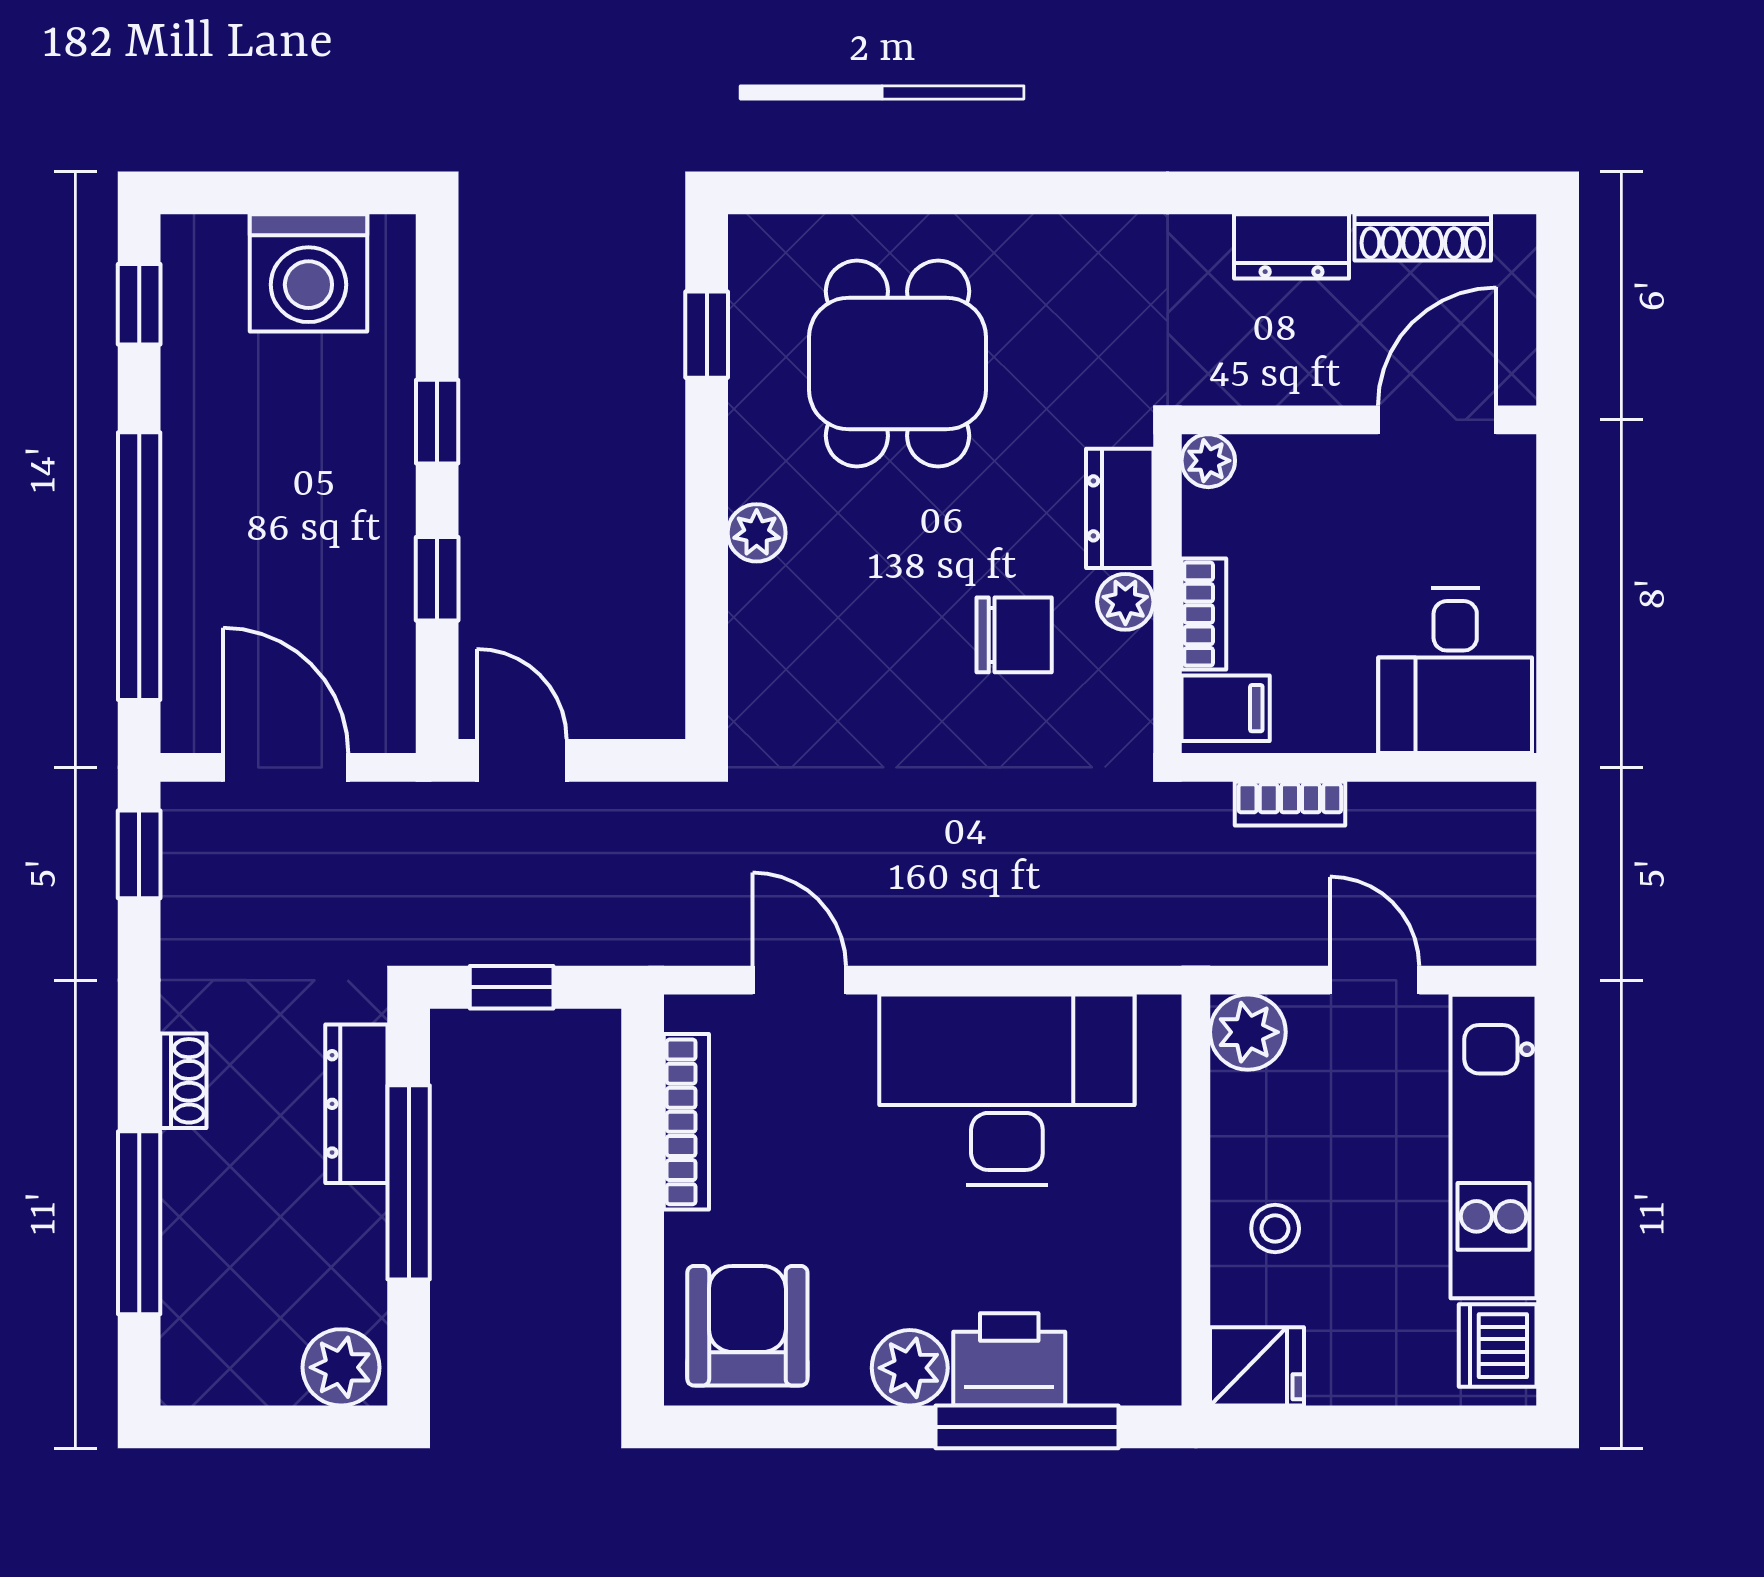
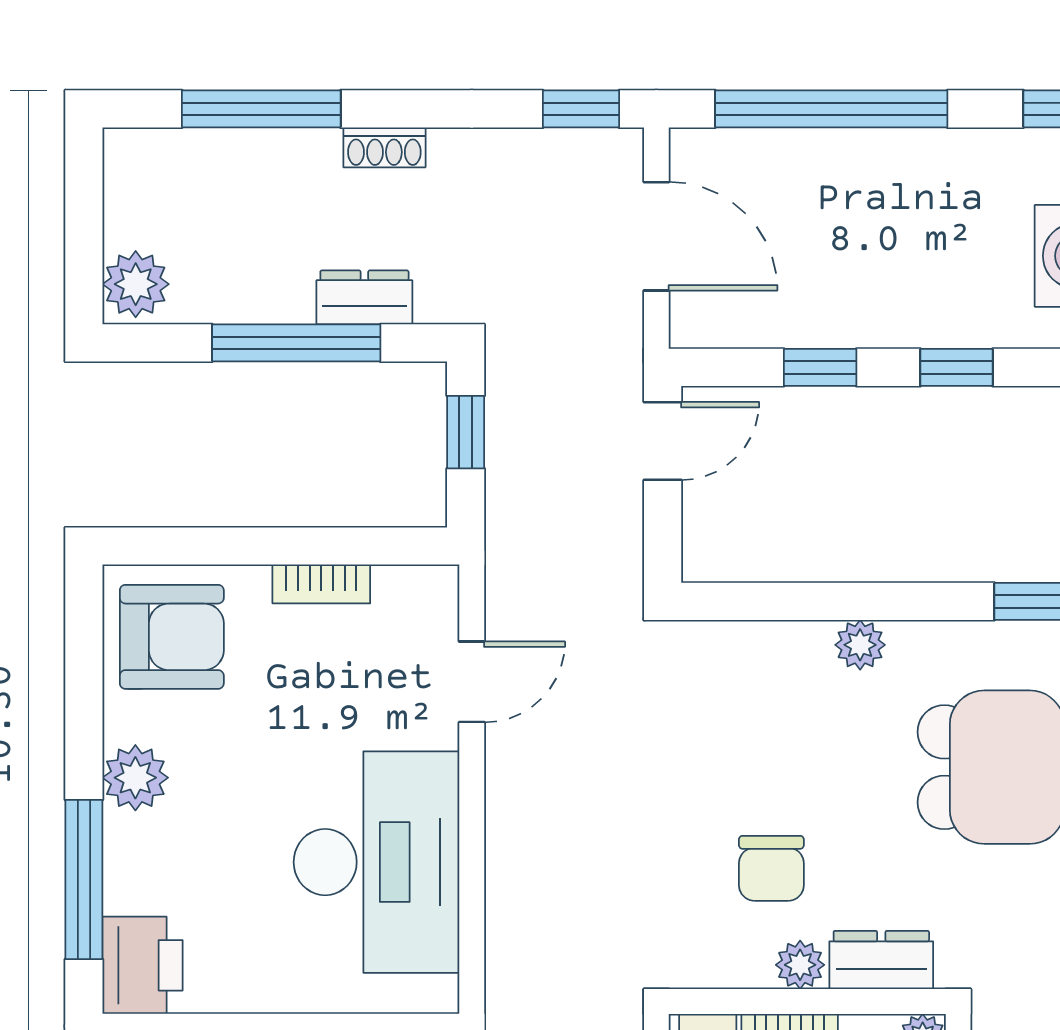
door: (286, 767) -> (656, 236), hinge flipped
dresser: (356, 1104) -> (364, 297), width x0.70
bookcase: (686, 1122) -> (321, 584), width x0.64
printer: (1009, 1359) -> (143, 965), moved

